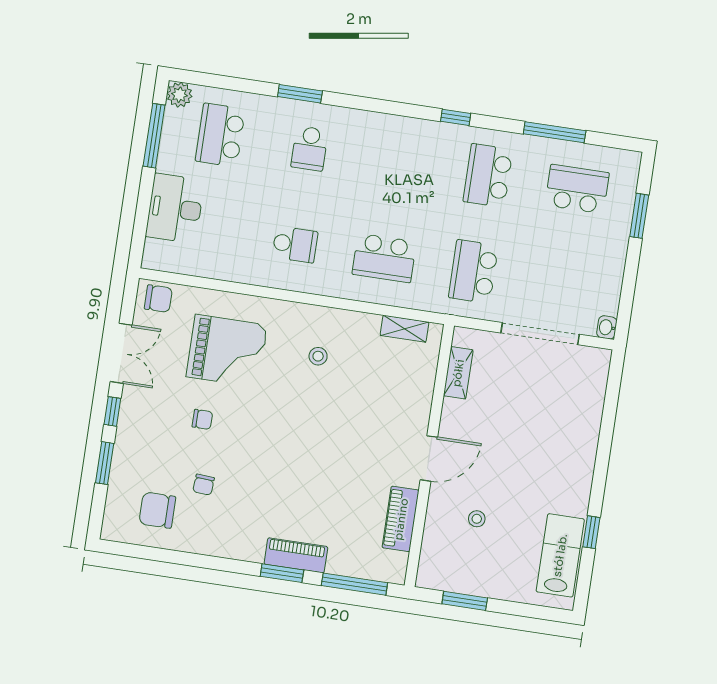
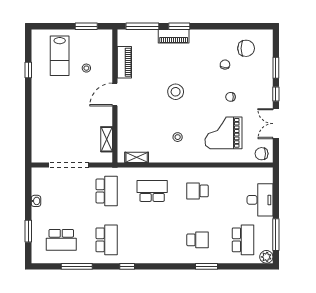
school desk: (310, 148) -> (198, 240), turned 90
washbasin: (607, 327) -> (36, 201), moved
stool: (309, 446) -> (176, 92), added
lab bench: (560, 555) -> (60, 56), moved

